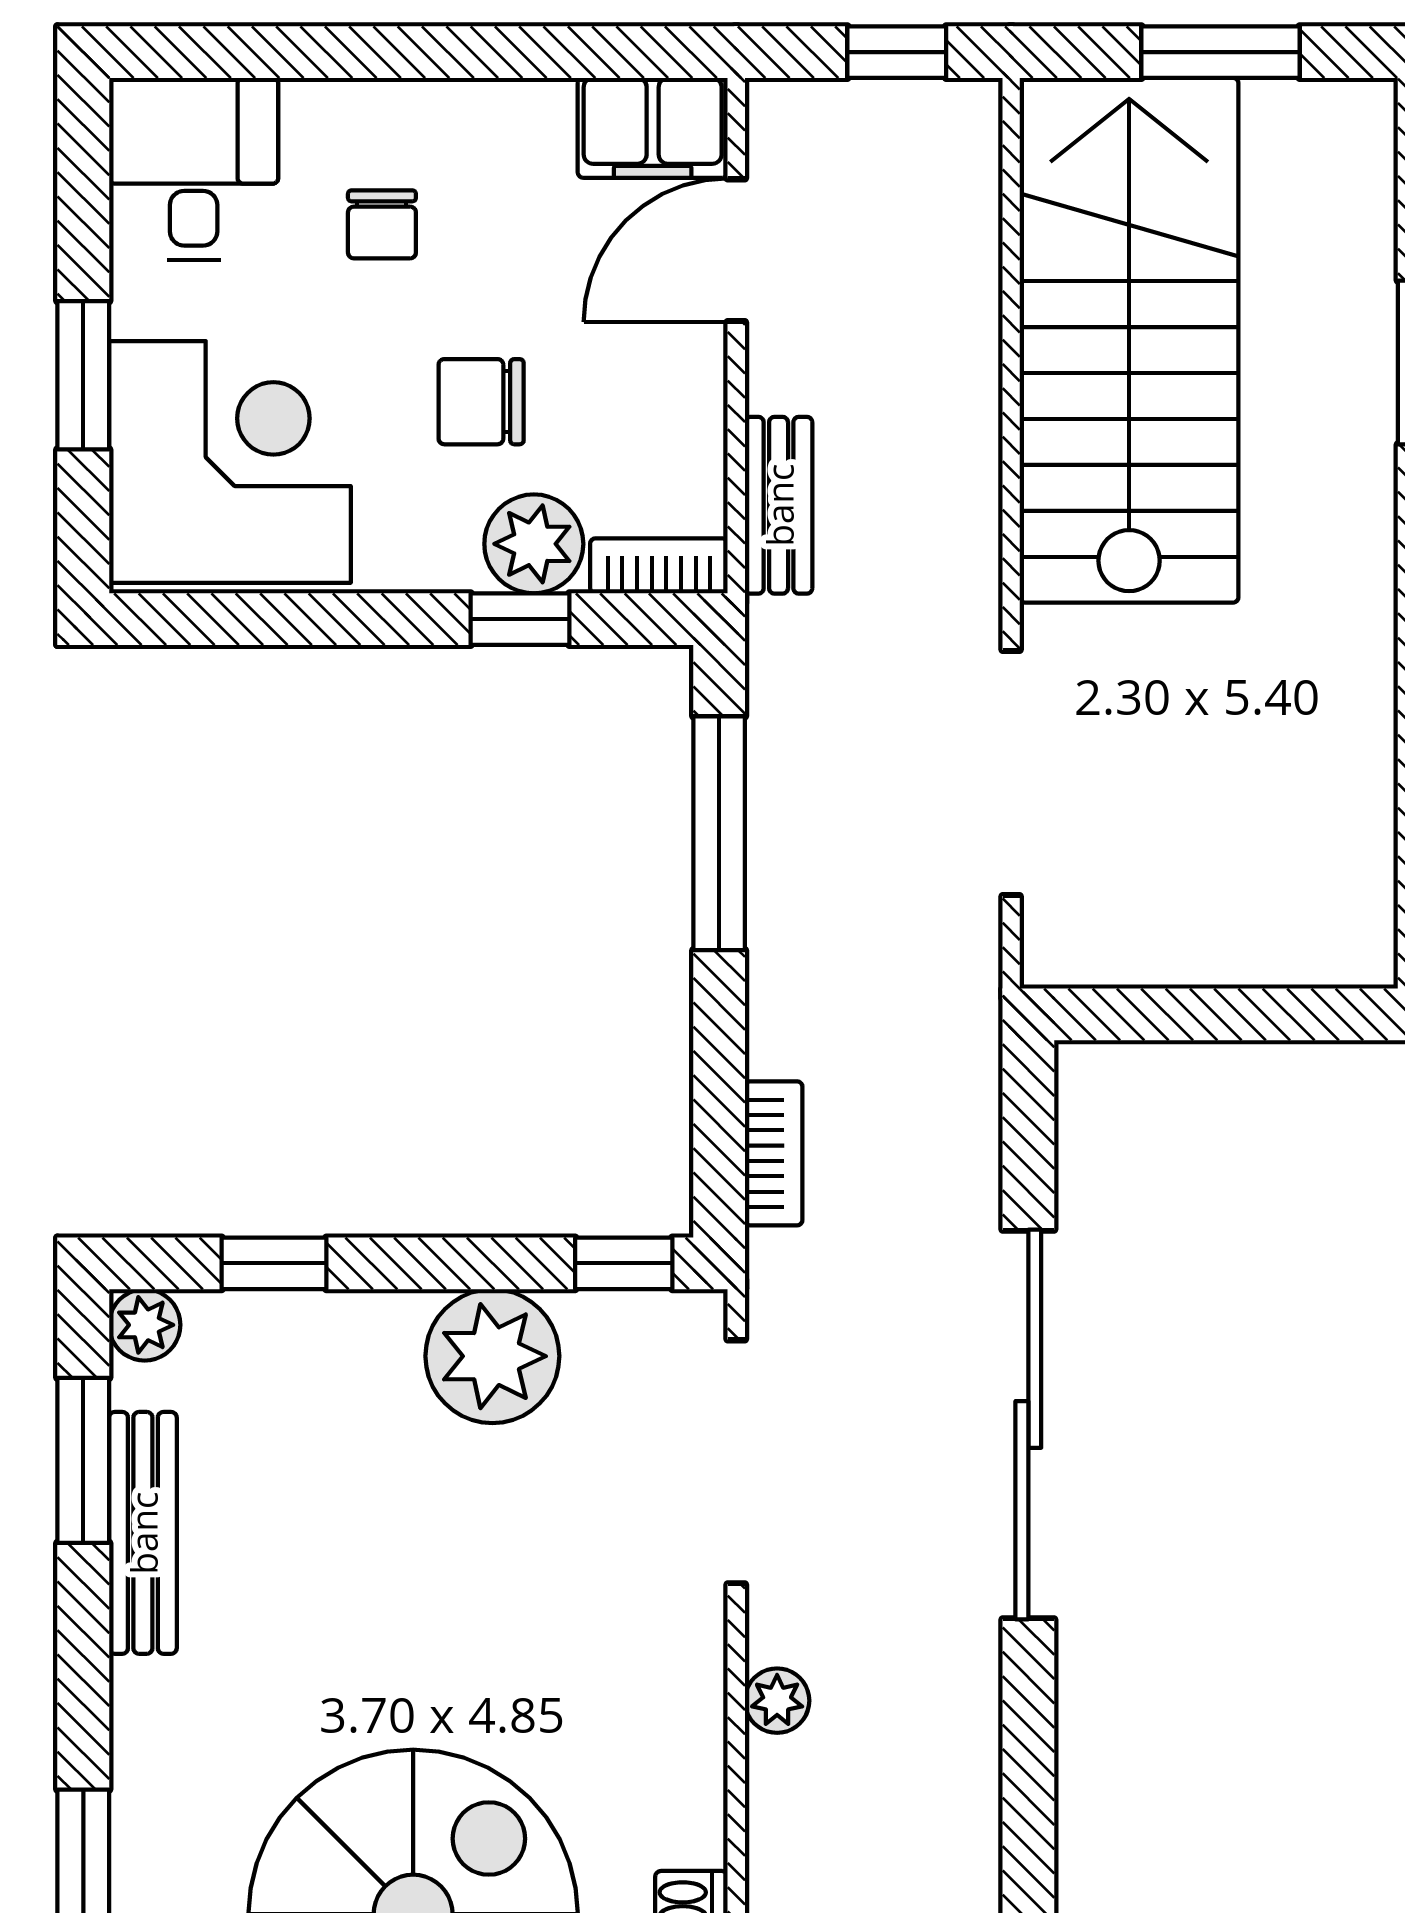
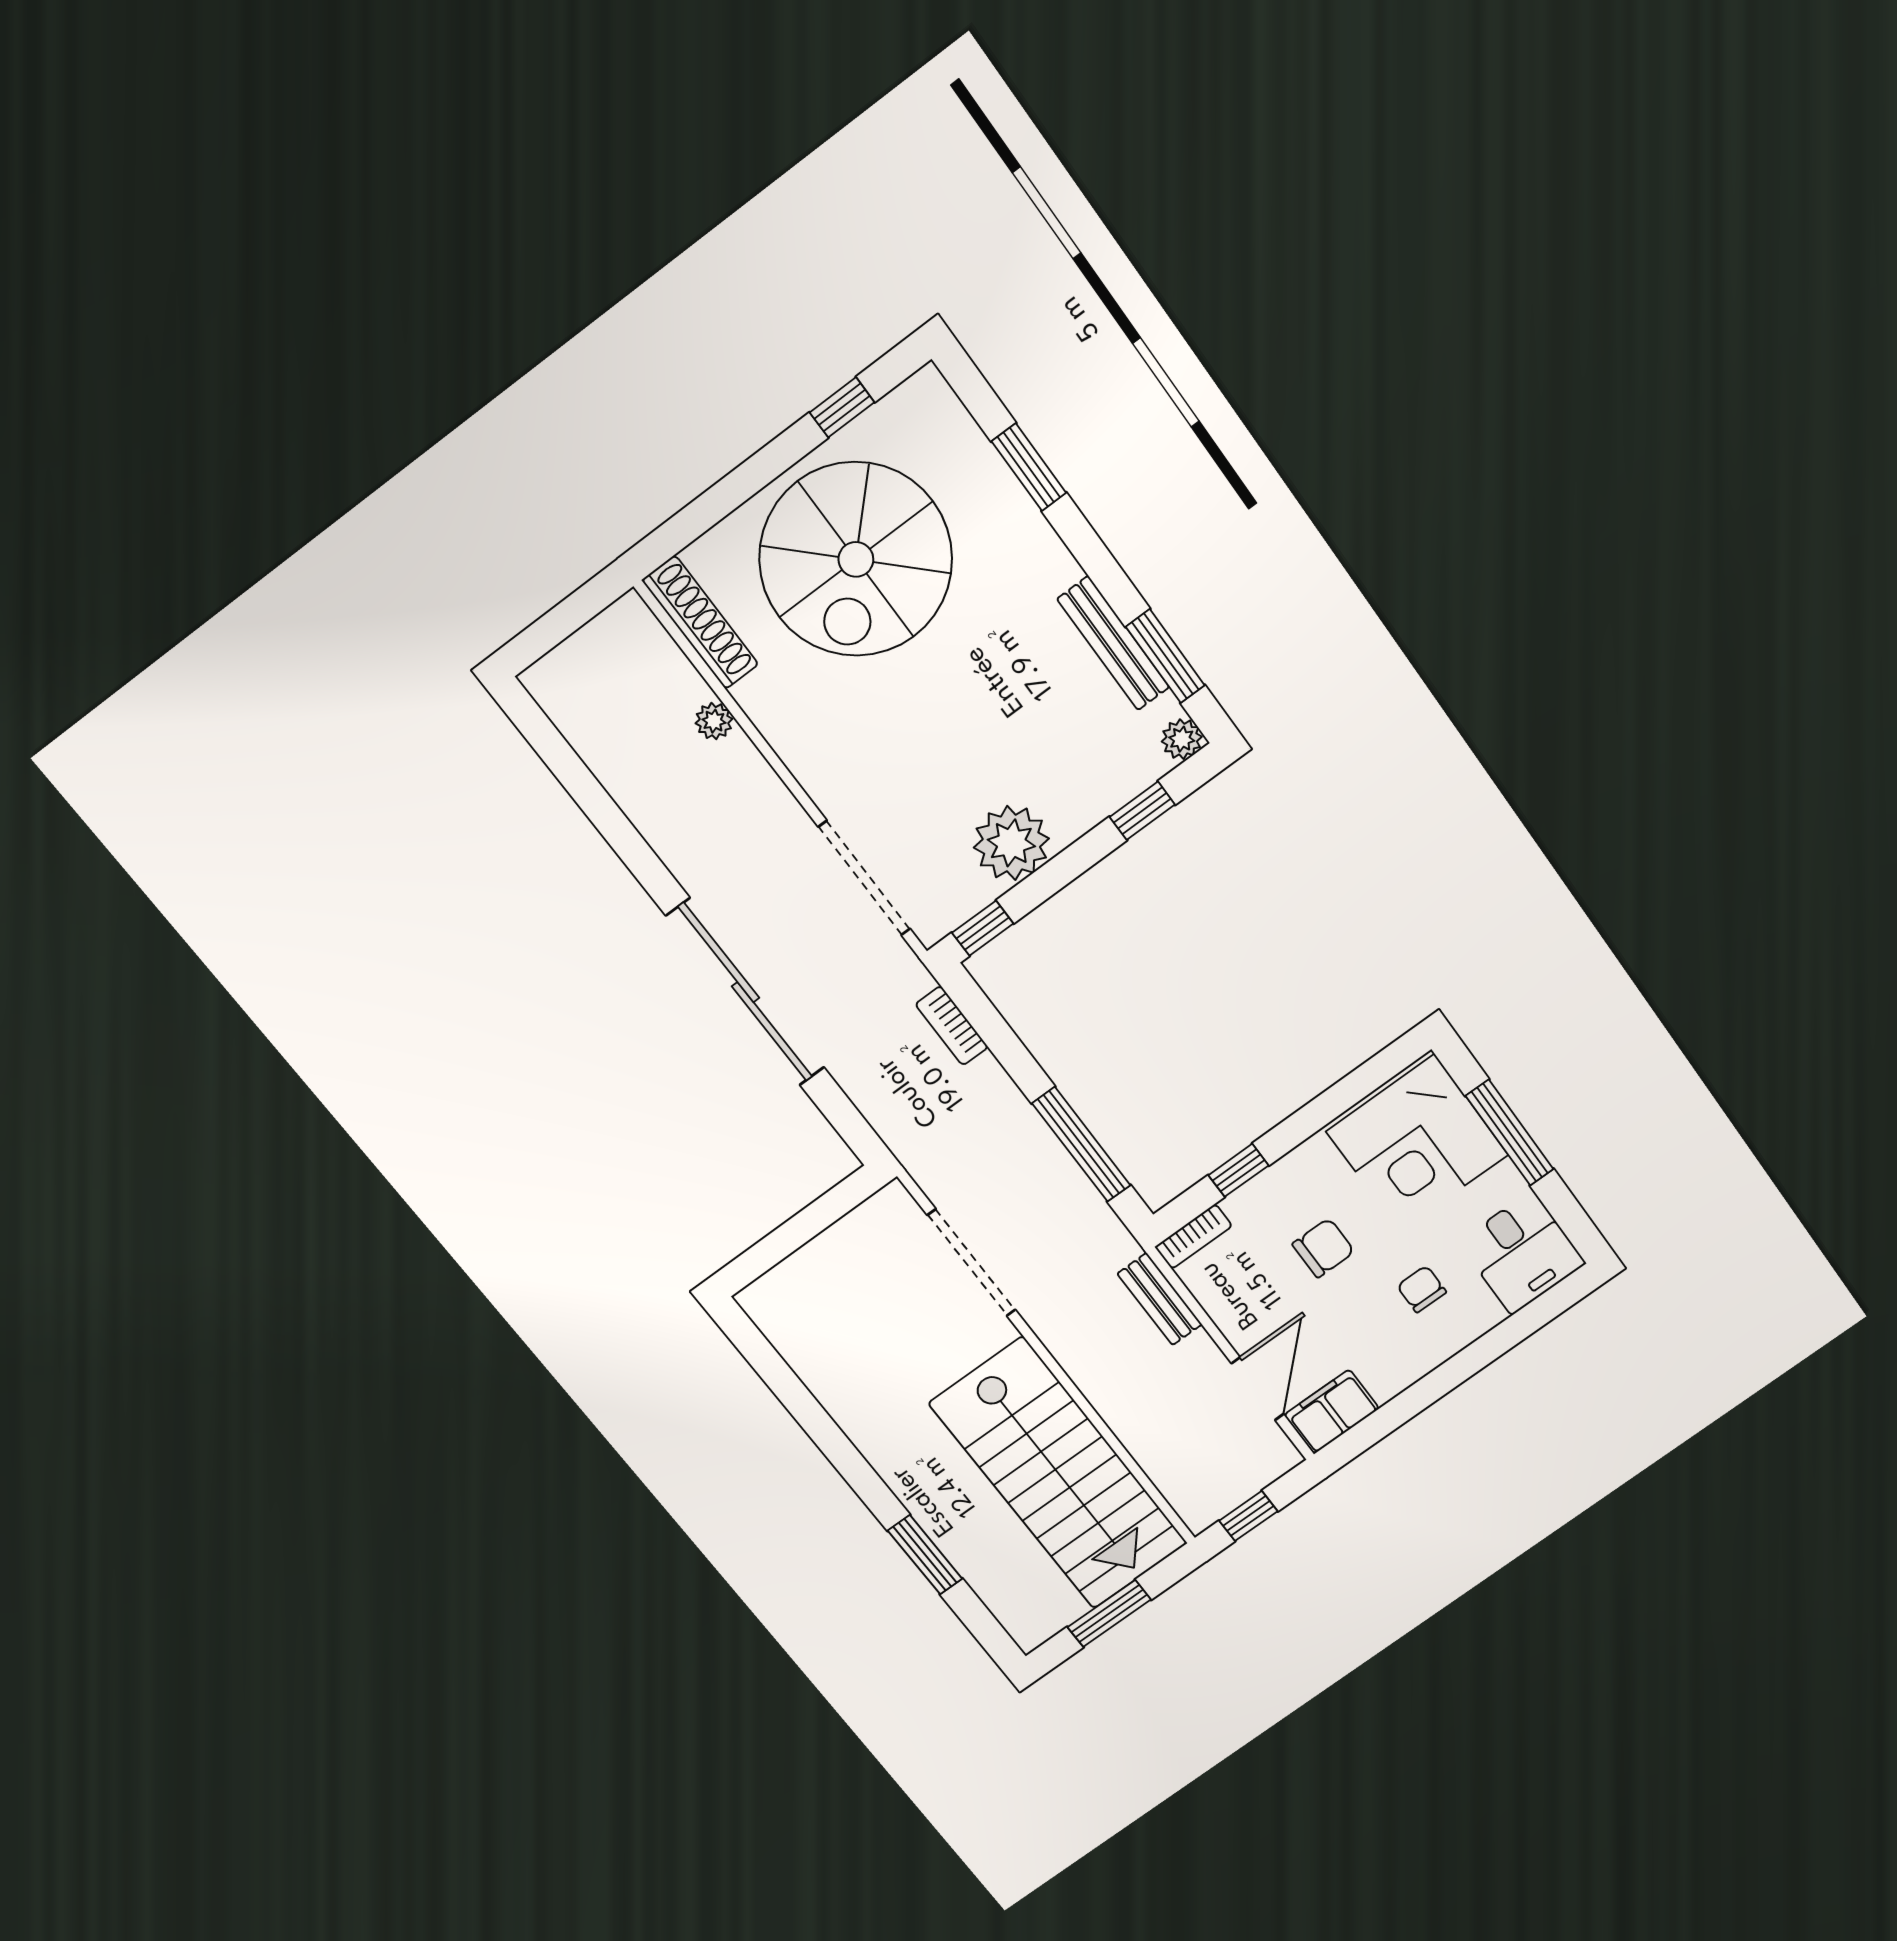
window: (83, 375) -> (1510, 1133), width x1.44
plant: (534, 544) -> (1256, 1206), removed
plant: (777, 1701) -> (714, 721), moved

